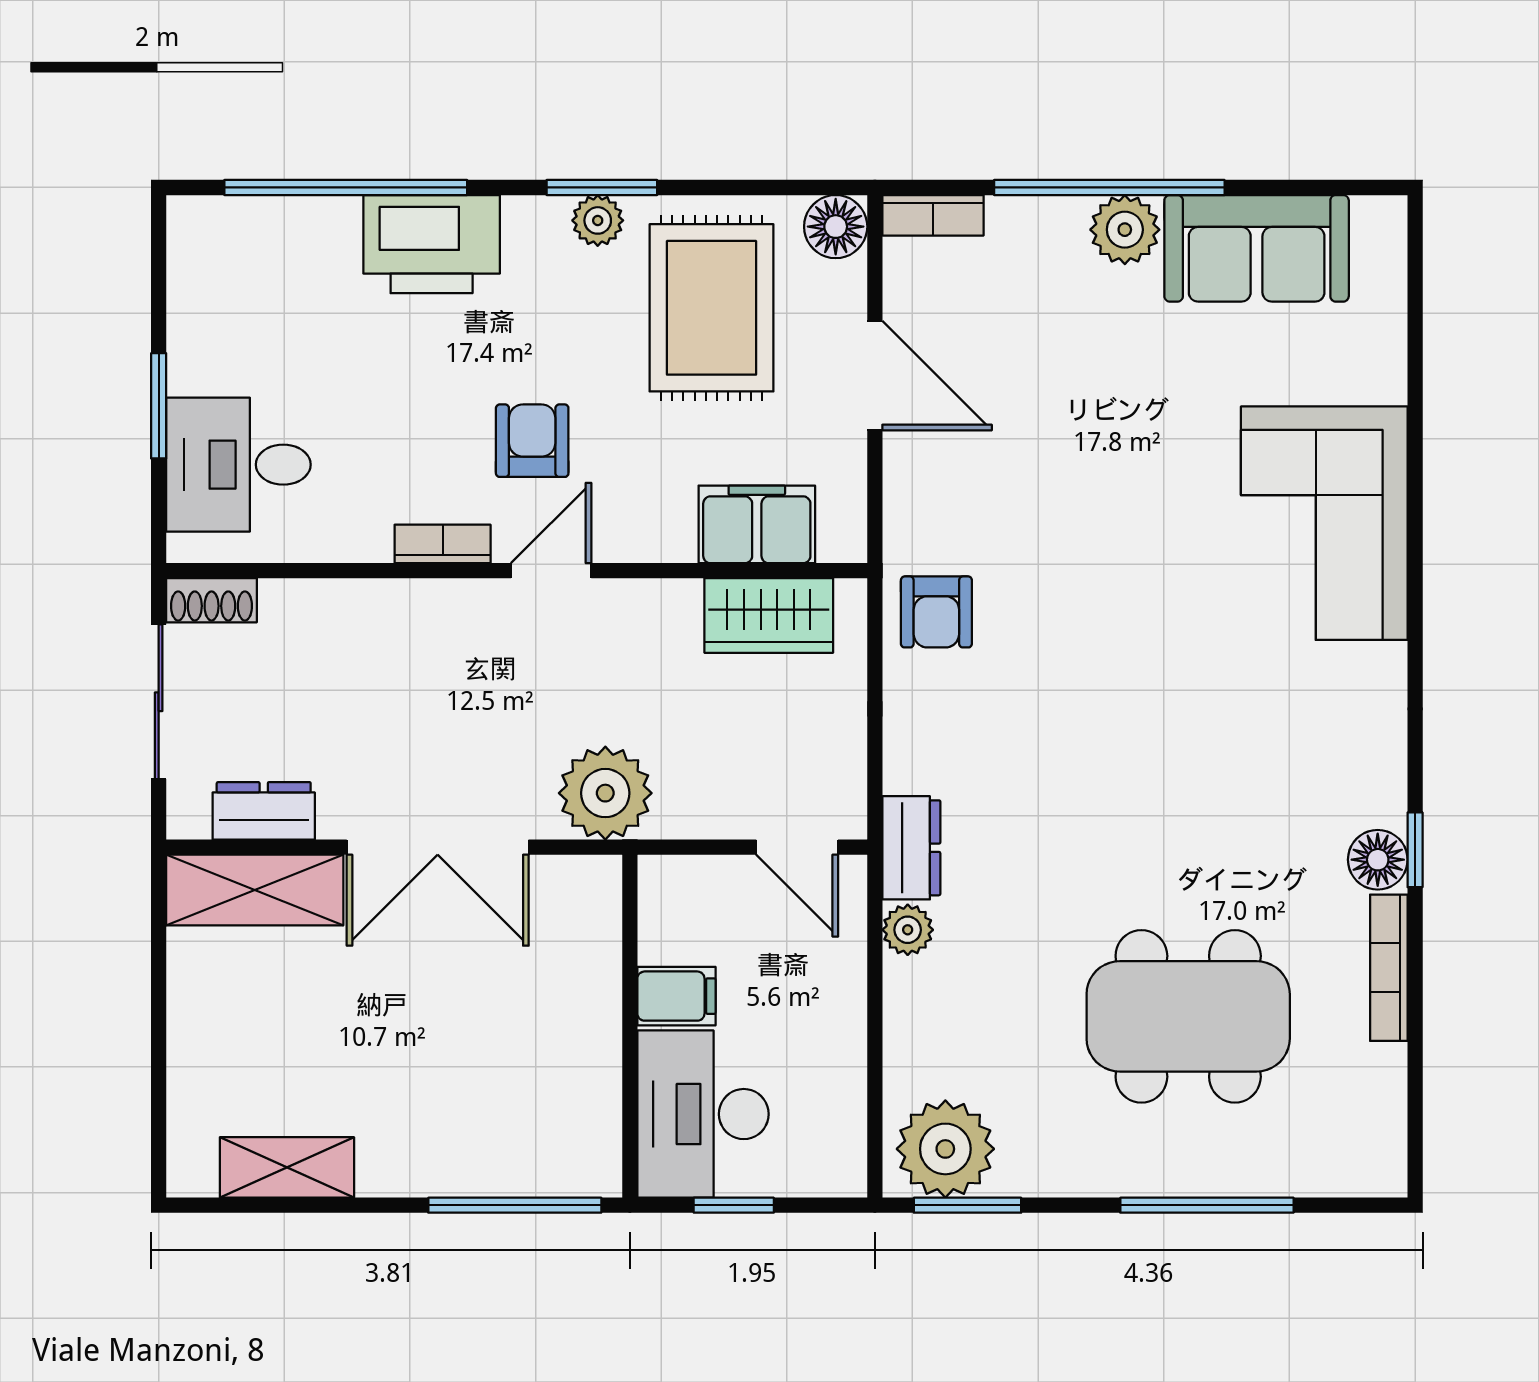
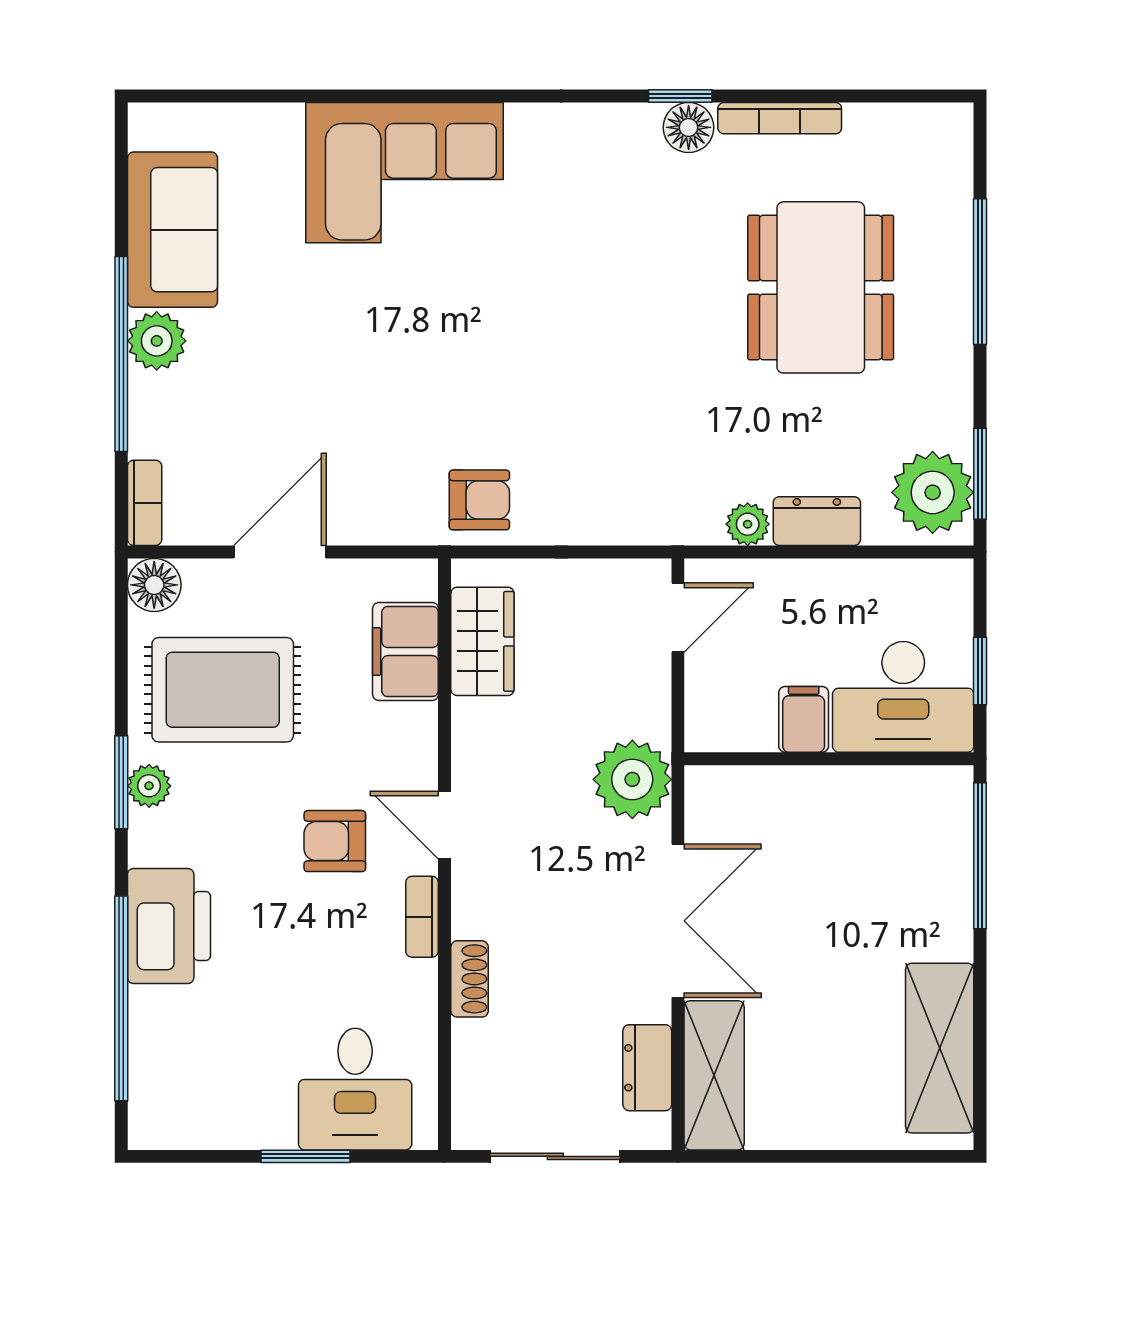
shoe rack: (212, 600) -> (470, 979), moved
dresser: (911, 848) -> (817, 521), moved
shelving: (287, 1167) -> (940, 1048), width x1.50, depth x1.33

